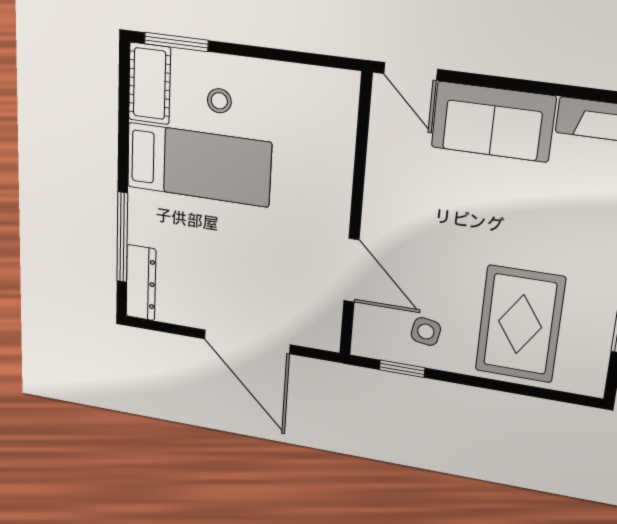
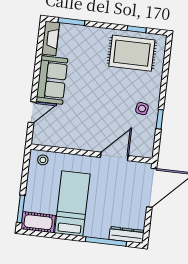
stool: (219, 101) -> (43, 160), moved
wall: (356, 219) -> (91, 154), moved
door: (351, 270) -> (114, 156), moved
rug: (520, 324) -> (132, 53), moved

